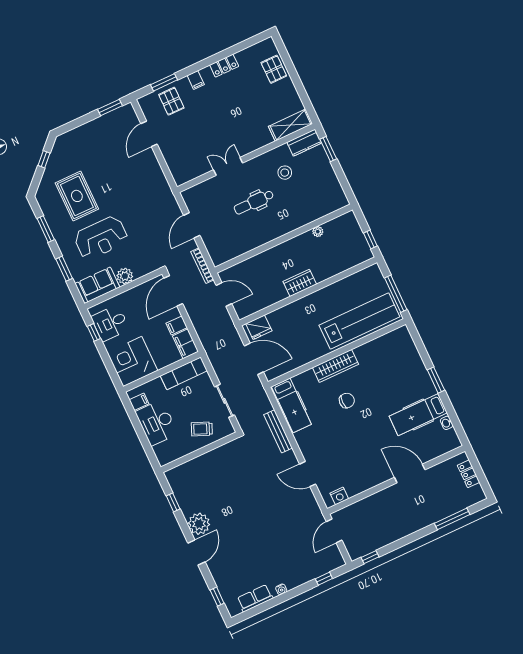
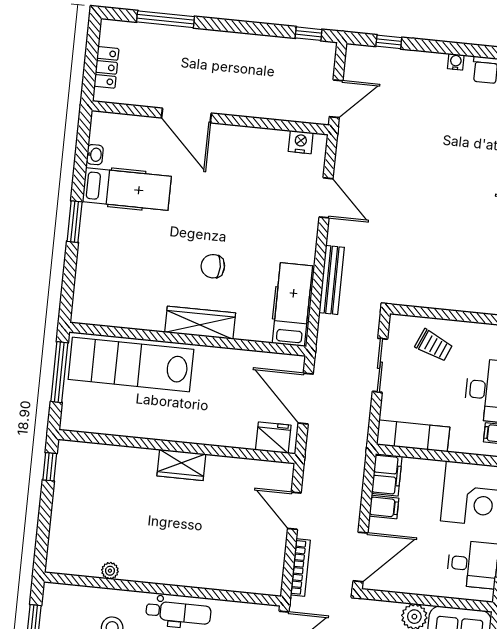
plant: (318, 232) -> (110, 571), moved
wall: (284, 239) -> (162, 589), moved

